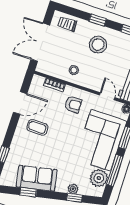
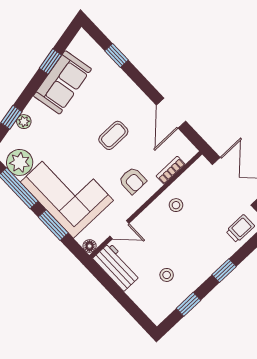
stool: (98, 45) -> (167, 275), moved, width x0.53, depth x0.53
armchair: (73, 104) -> (133, 181), turned -90
coffee table: (37, 127) -> (113, 135), moved

